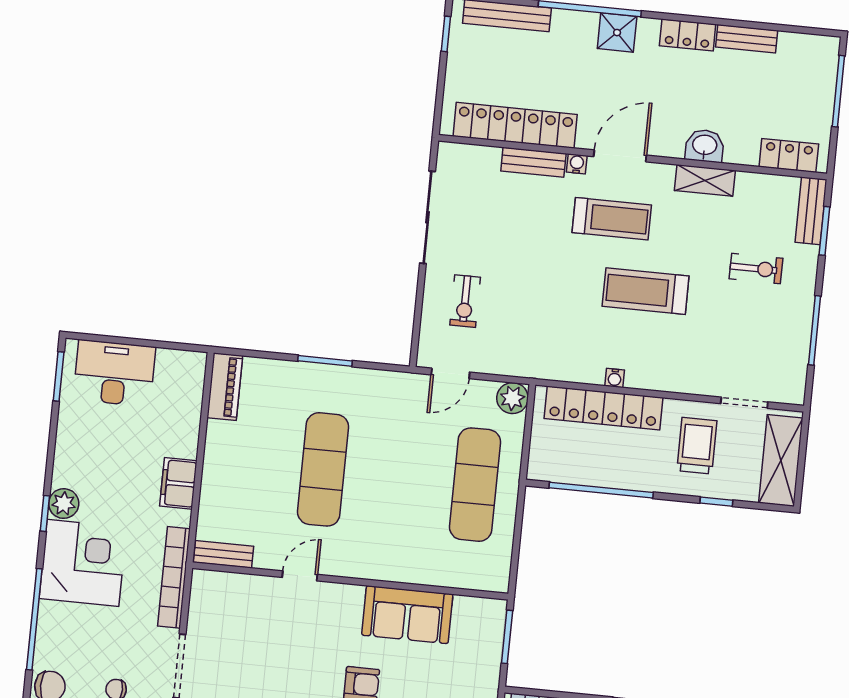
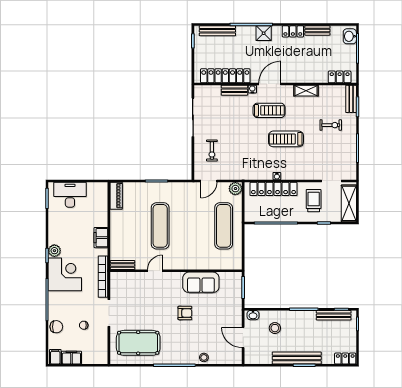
washbasin: (705, 146) -> (350, 36), moved, turned -90

